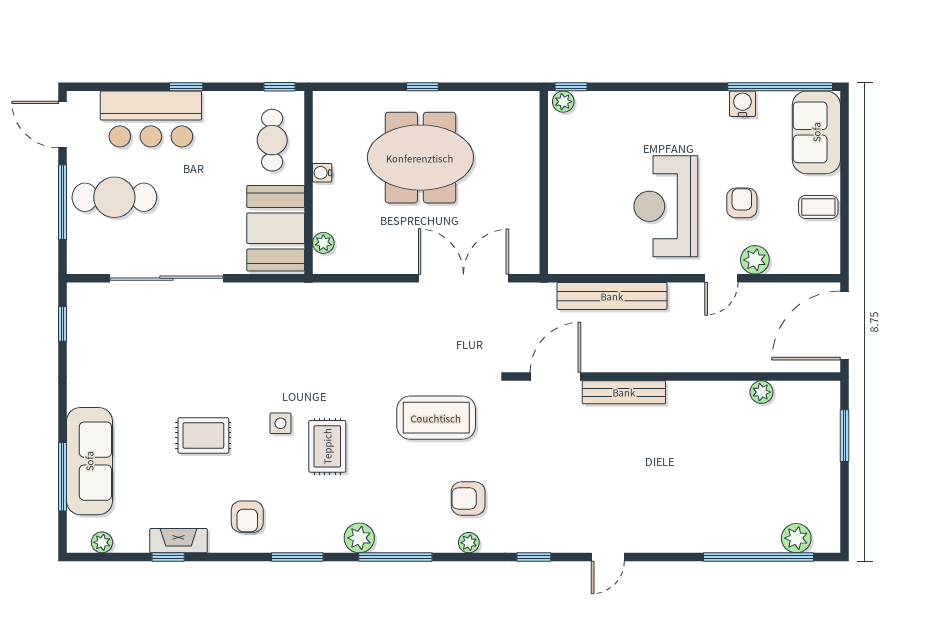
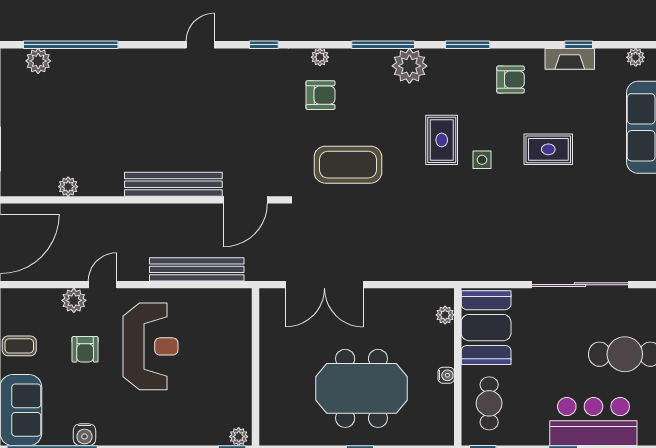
bench: (624, 392) -> (173, 184), width x1.37, depth x1.21
armchair: (247, 517) -> (511, 79), turned 90
plant: (359, 538) -> (409, 66), width x1.36, depth x1.36

